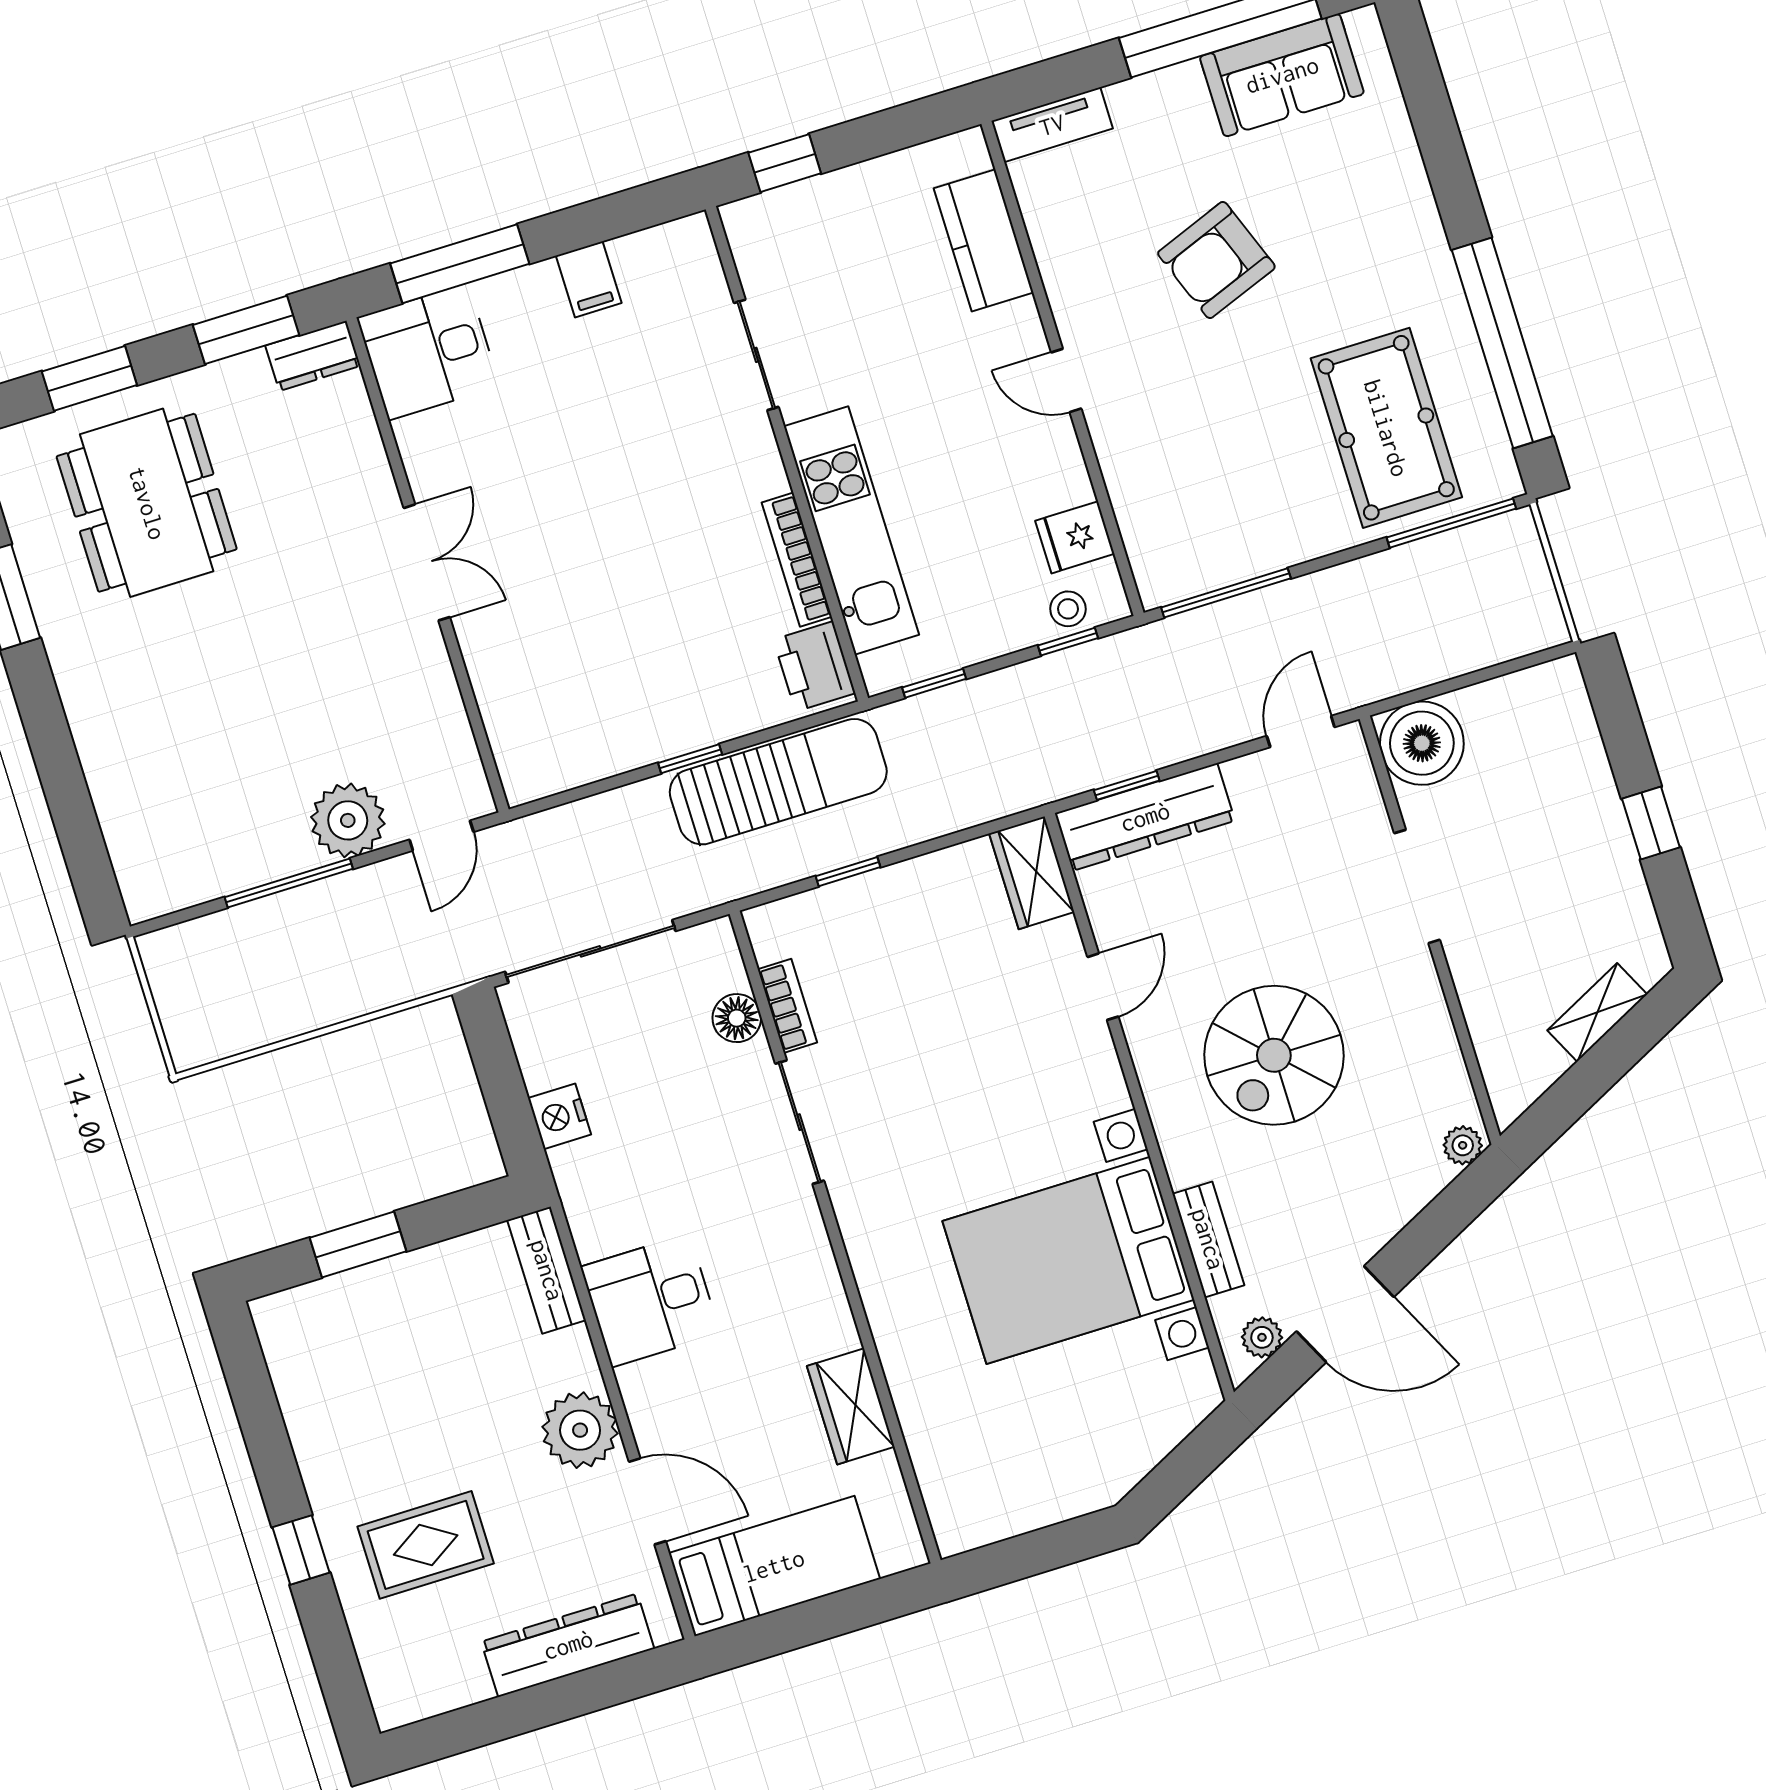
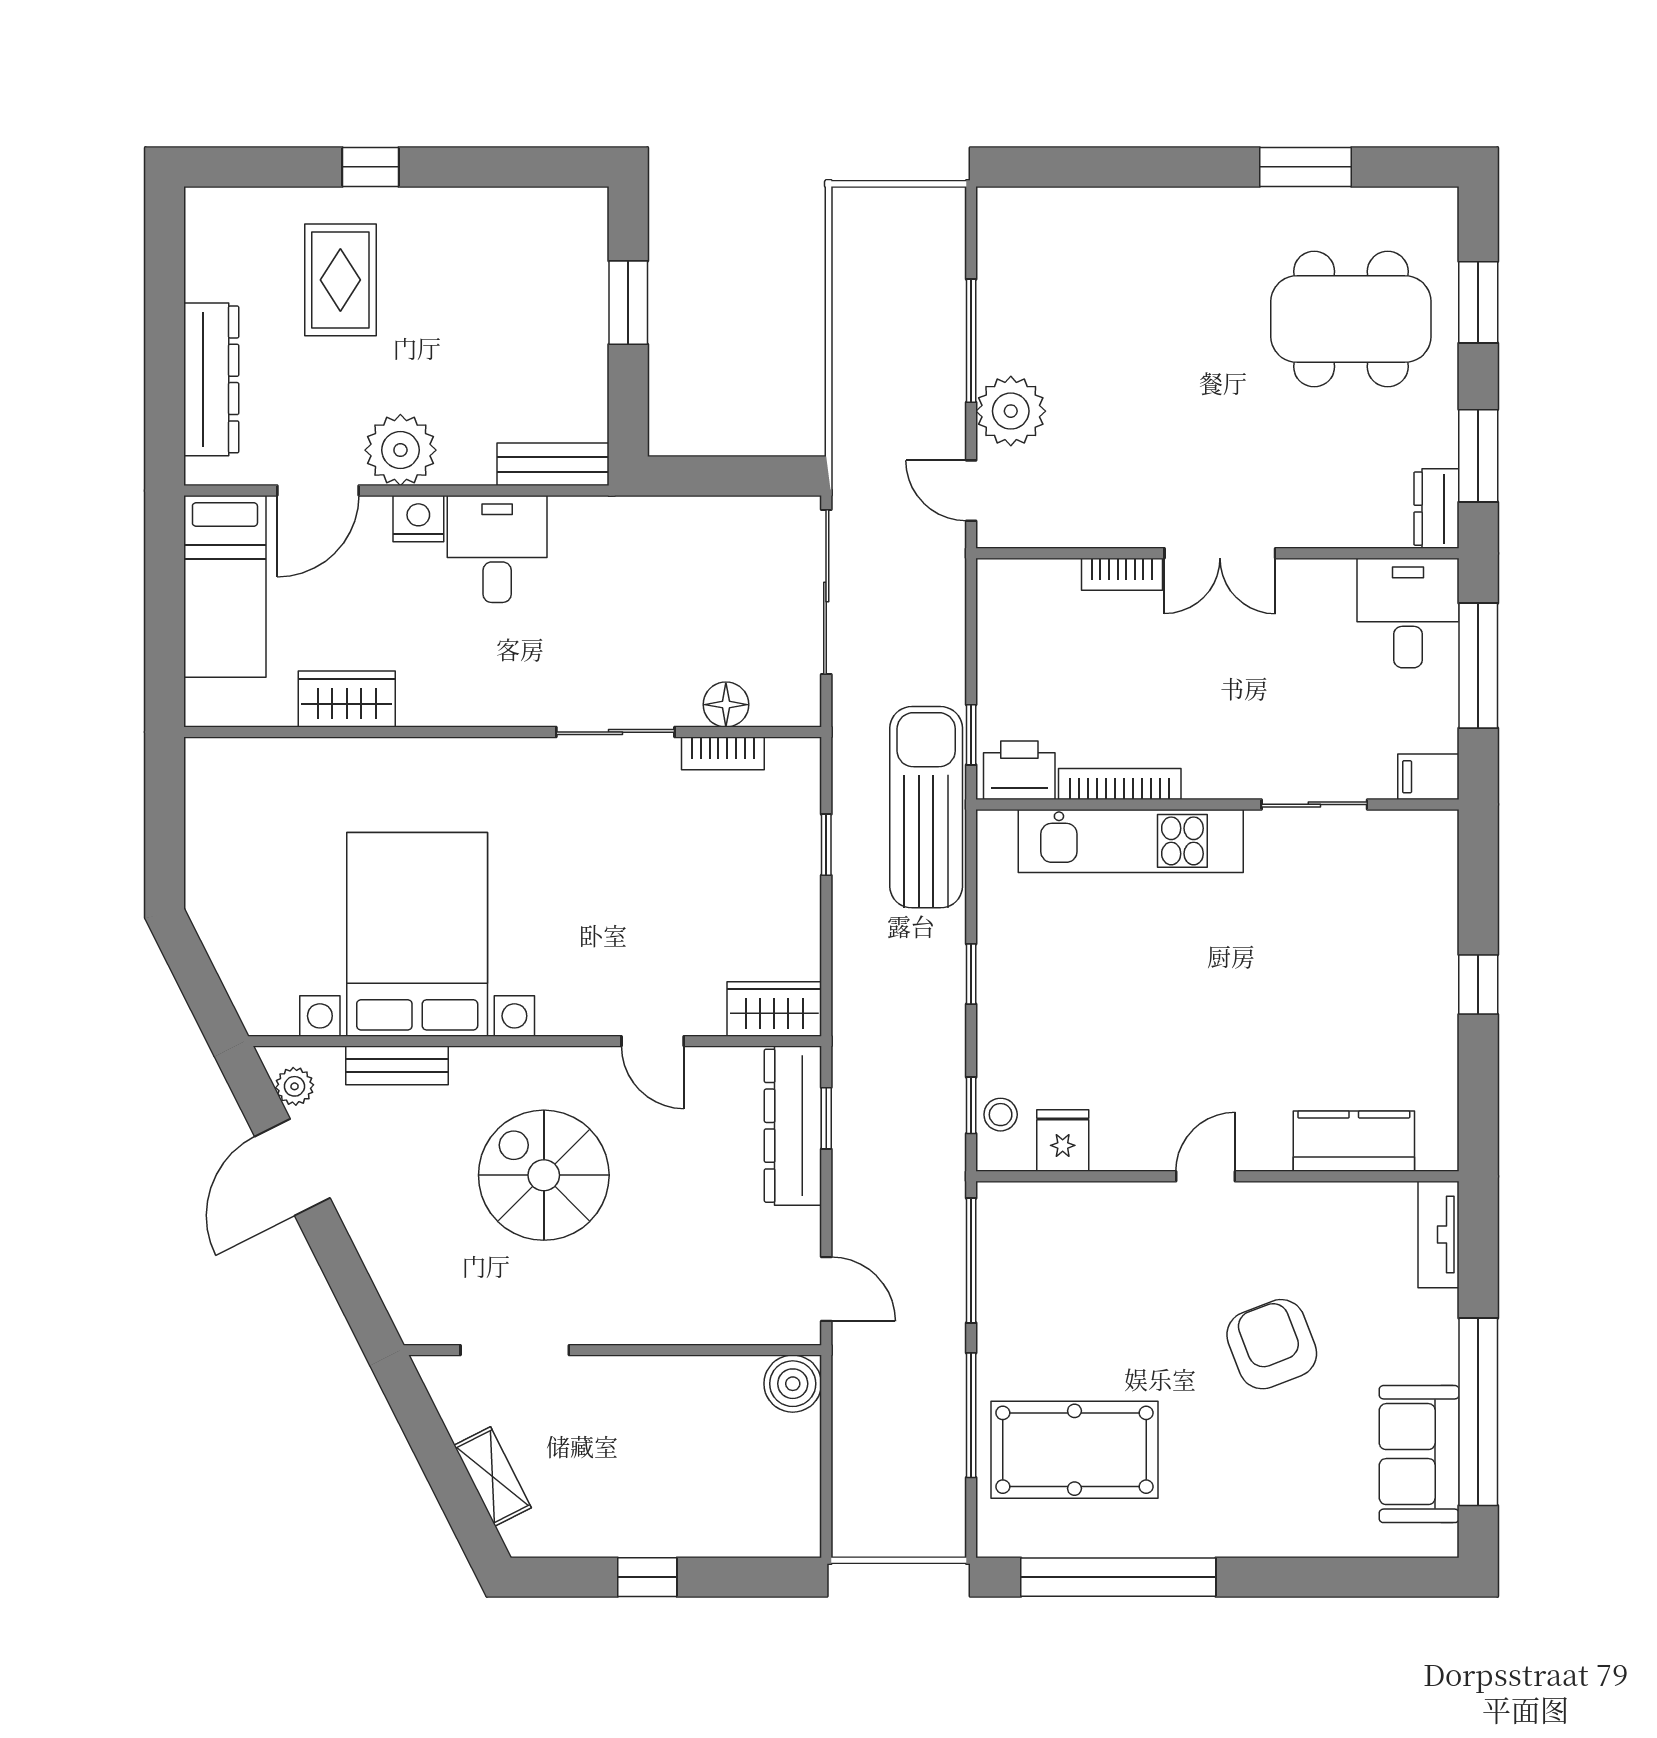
sliding door: (756, 355) -> (1314, 804), moved
wall: (787, 454) -> (1217, 804), moved
window: (1451, 523) -> (971, 1415), moved
kitchen unit: (851, 530) -> (1131, 841), moved
bookcase: (797, 560) -> (1120, 784), moved
bookcase: (479, 656) -> (1122, 574), added
printer: (814, 666) -> (1019, 770), moved
boiler: (1422, 743) -> (793, 1384), width x0.73, depth x0.73
sun lounger: (778, 782) -> (926, 807), turned 180
doorway: (1417, 886) -> (515, 1350), moved
nightstand: (559, 1116) -> (418, 519), moved
plant: (1463, 1145) -> (411, 1319), removed

